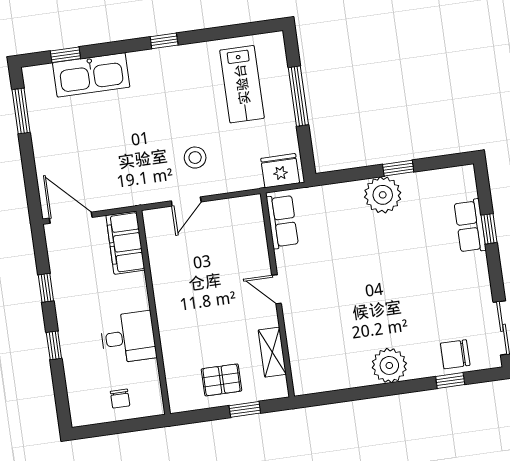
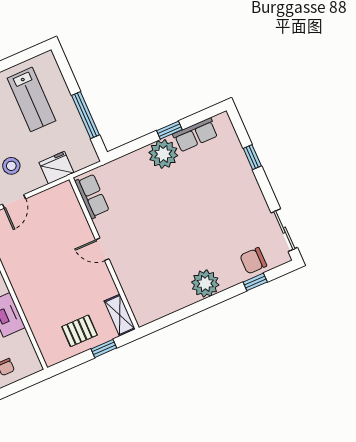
window: (298, 96) -> (86, 115), moved
fridge: (280, 171) -> (56, 168), moved
row of seats: (470, 226) -> (195, 135), moved, turned -90
shelving: (272, 352) -> (120, 315), moved

